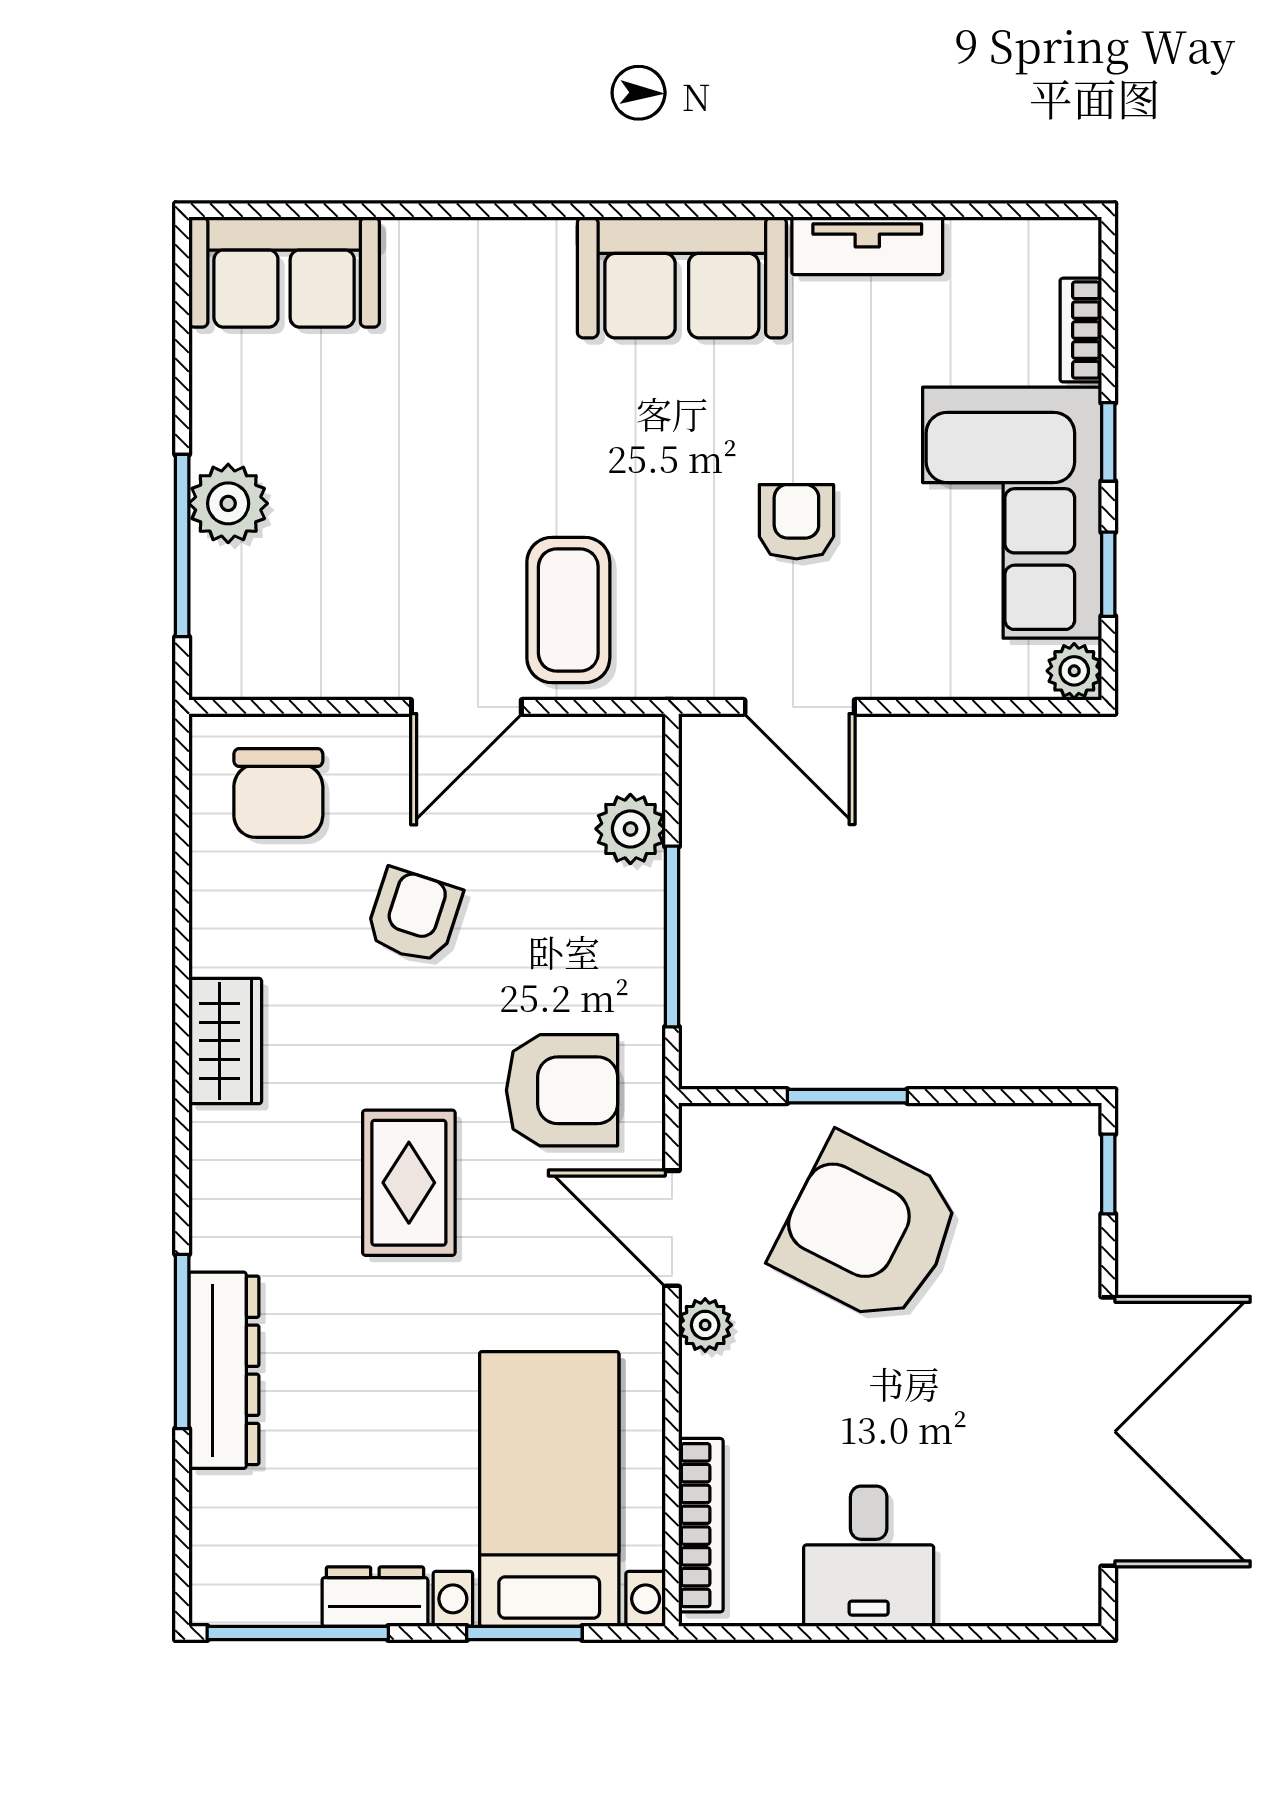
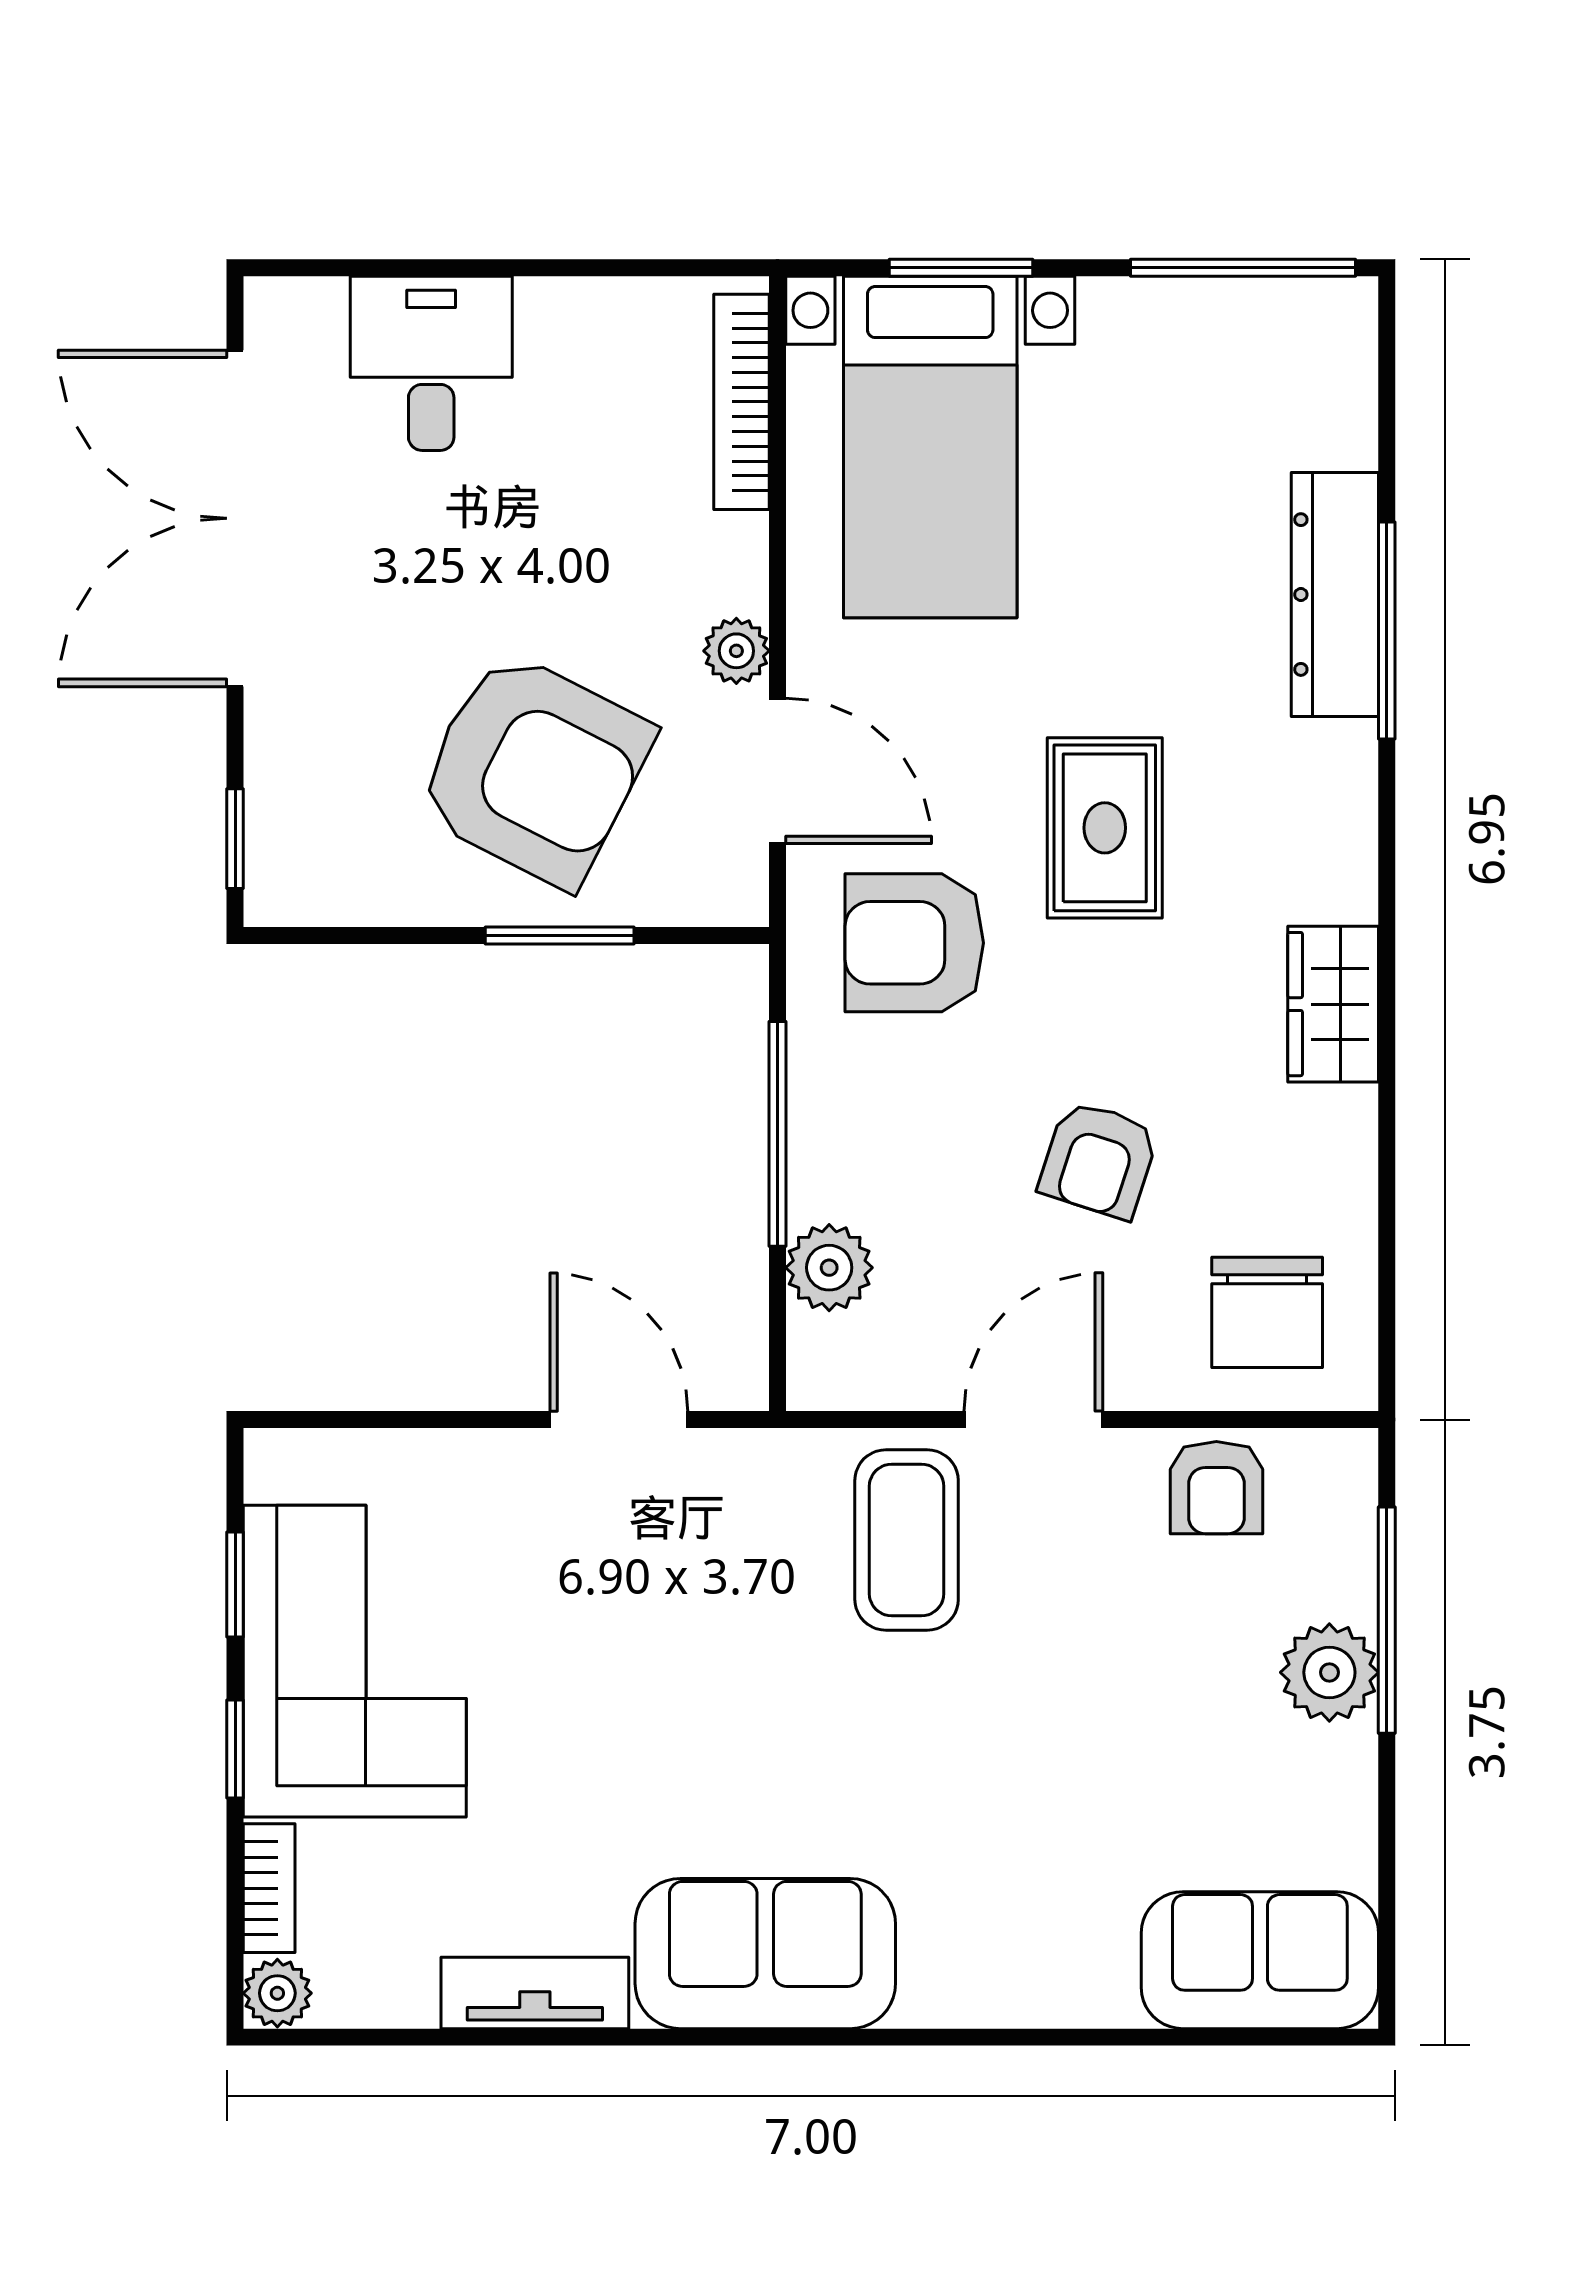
armchair: (796, 522) -> (1216, 1488), moved
plant: (1074, 671) -> (277, 1993), moved
chair: (278, 793) -> (1267, 1312), turned 180
desk: (869, 1556) -> (431, 363), moved
dresser: (375, 1597) -> (1147, 313), removed

